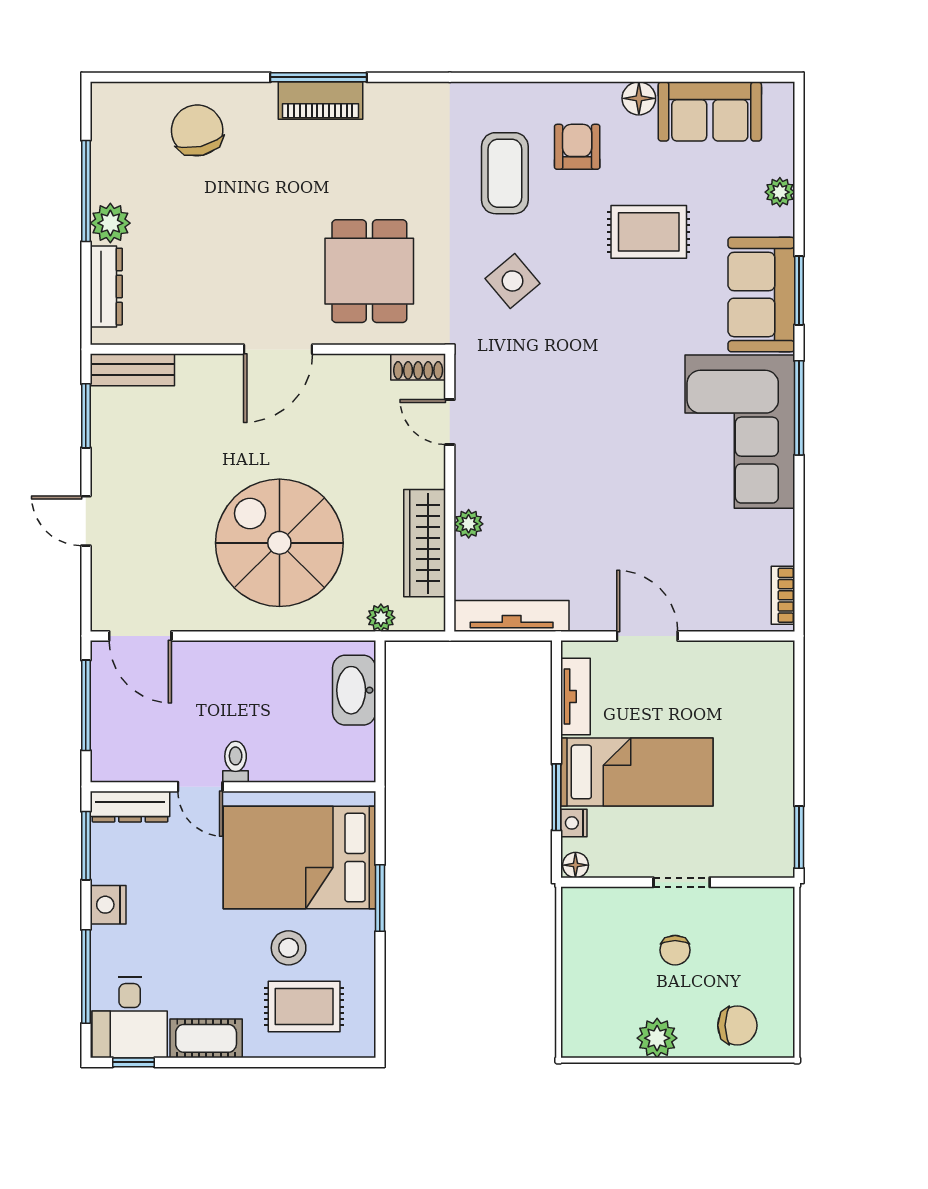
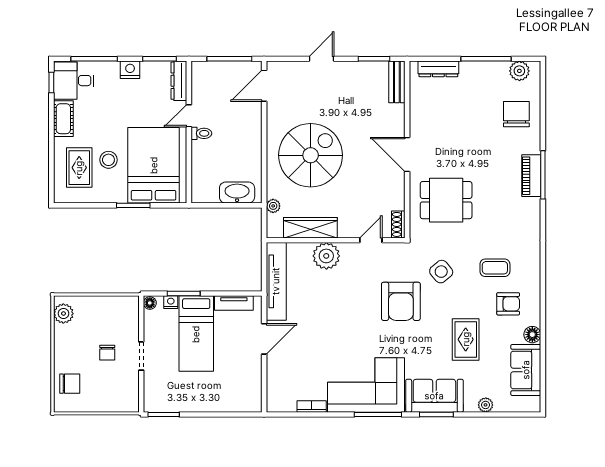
chair: (197, 130) -> (516, 114), turned -77
coffee table: (505, 173) -> (495, 268), width x0.73, depth x0.77
plant: (110, 223) -> (519, 71), moved
armchair: (572, 362) -> (401, 301), added
plant: (469, 524) -> (326, 256), width x1.87, depth x1.87
bookcase: (783, 595) -> (312, 406), moved
tv unit: (512, 616) -> (276, 281), width x1.36, depth x1.29
chair: (675, 950) -> (107, 353), turned -90
chair: (737, 1025) -> (70, 384), turned -90
plant: (657, 1038) -> (63, 314), moved

